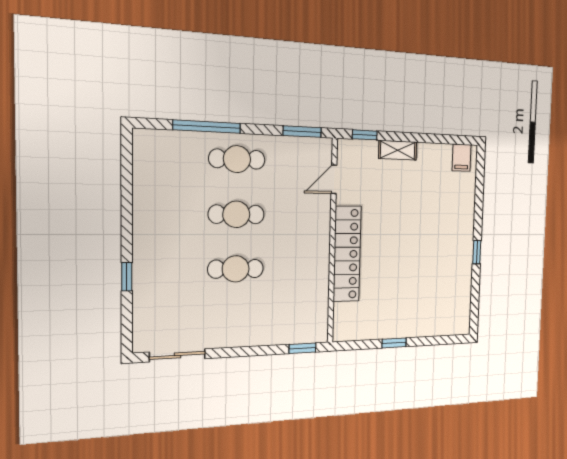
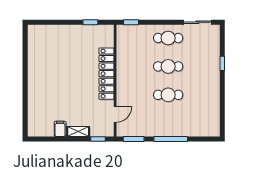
window: (207, 127) -> (171, 139), moved
filing cabinet: (462, 158) -> (60, 129), moved
cafe table: (237, 159) -> (168, 38), moved
window: (477, 252) -> (25, 74), removed
window: (394, 343) -> (90, 22), moved

